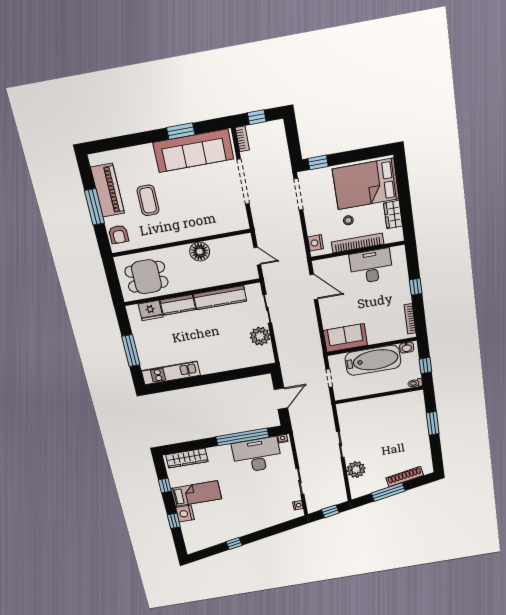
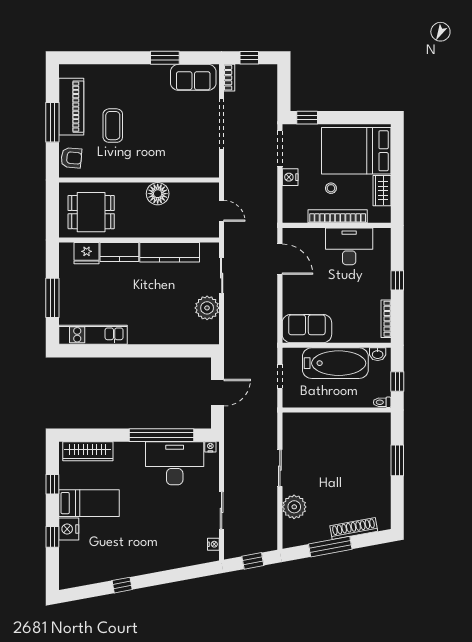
sofa: (193, 151) -> (193, 77), width x0.54, depth x0.79
armchair: (119, 234) -> (71, 158), turned -85
nightstand: (316, 243) -> (290, 177), moved

